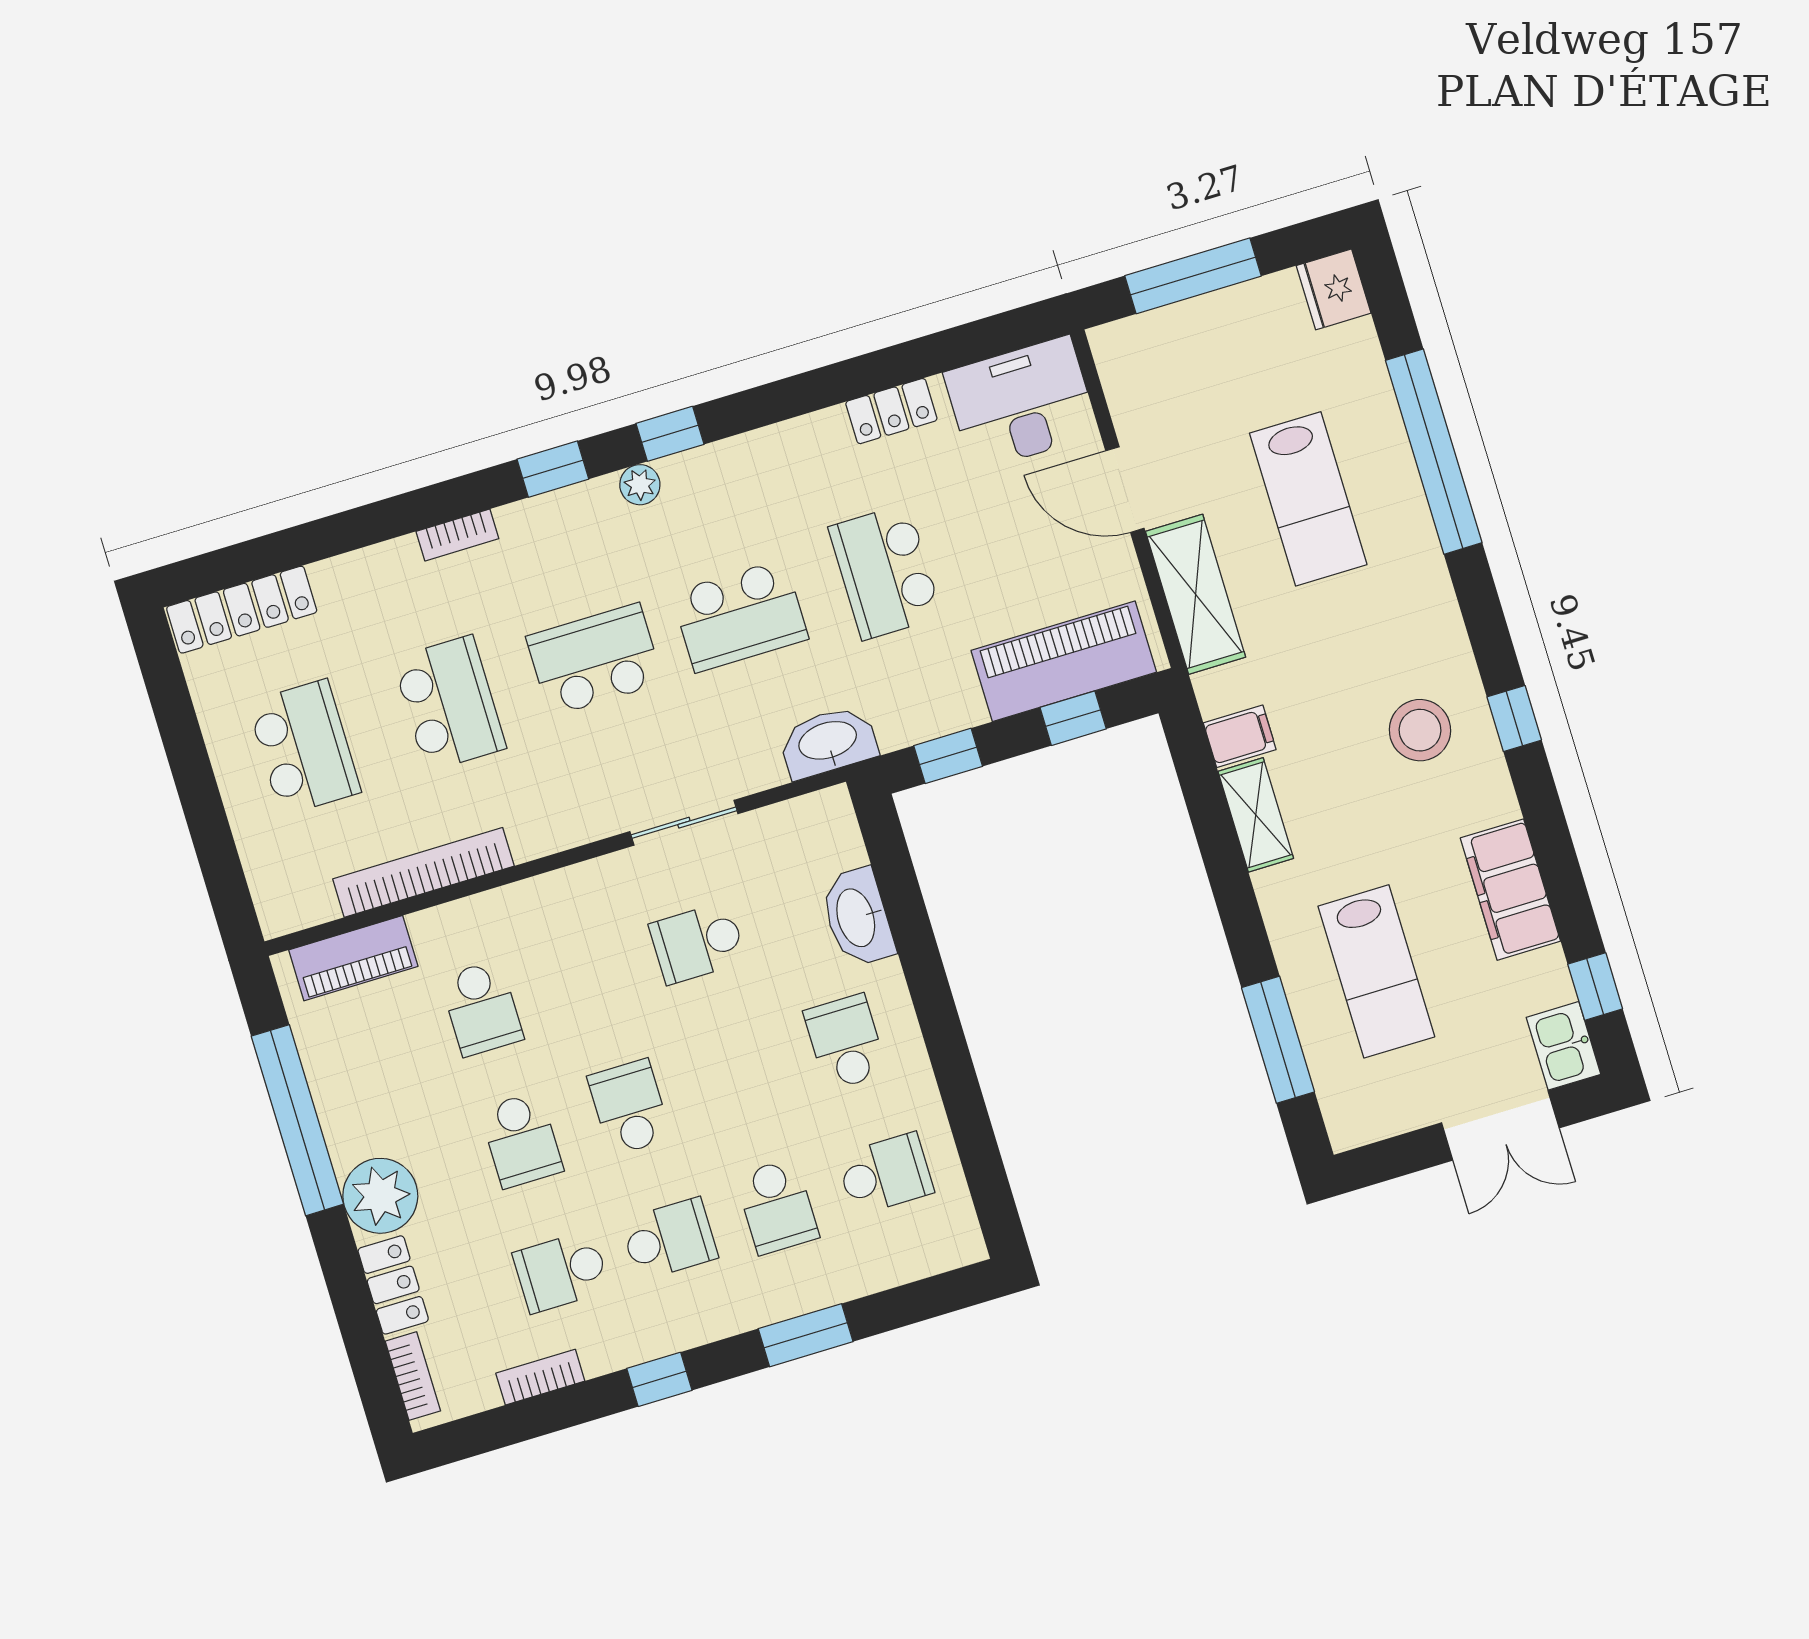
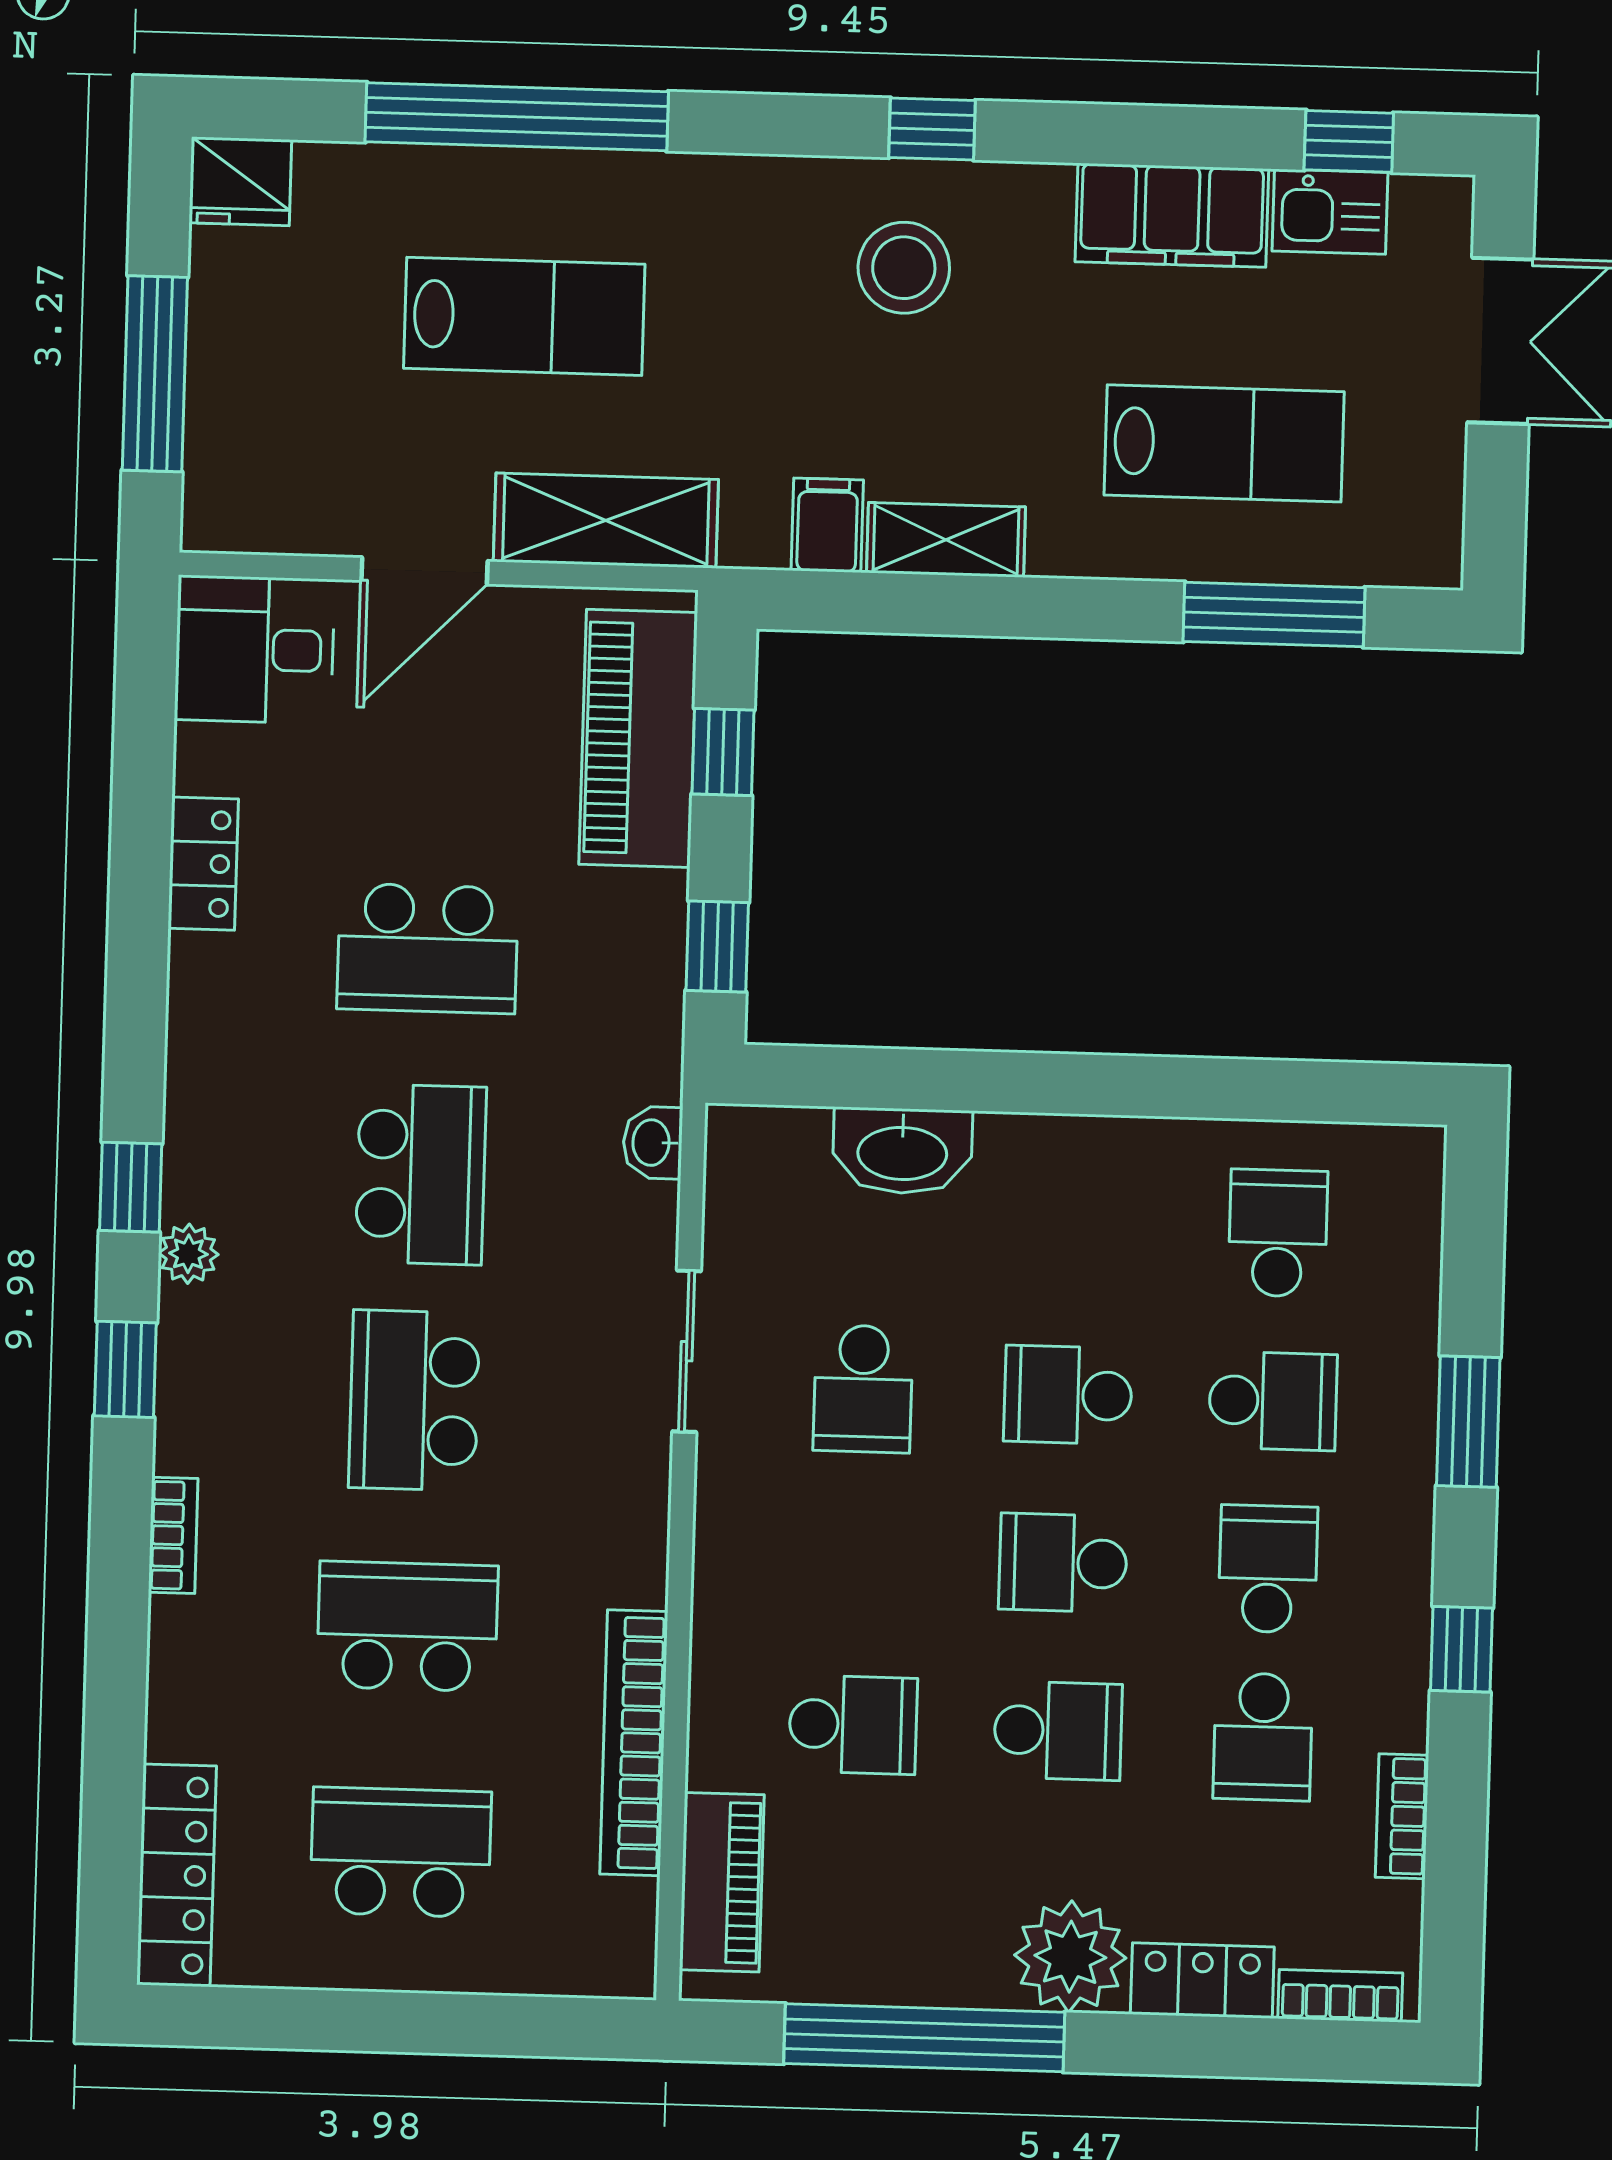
desk: (1021, 403) -> (255, 650), width x0.73
washbasin: (828, 742) -> (653, 1143), width x0.52, depth x0.69
school desk: (845, 1042) -> (1068, 1395), moved
kitchen sink: (1563, 1046) -> (1330, 212), moved

